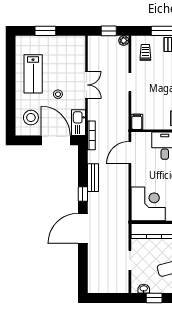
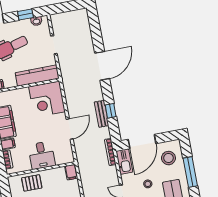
window: (11, 98) -> (190, 172), added
door: (56, 140) -> (142, 141), hinge flipped
door: (130, 153) -> (70, 129), moved
window: (83, 194) -> (111, 111), moved

